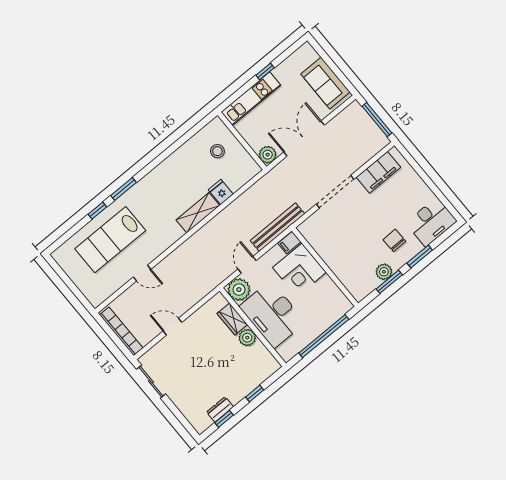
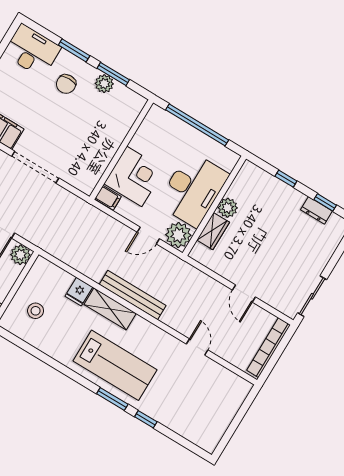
bench: (277, 227) -> (133, 295), moved
lab bench: (110, 240) -> (115, 365), moved

